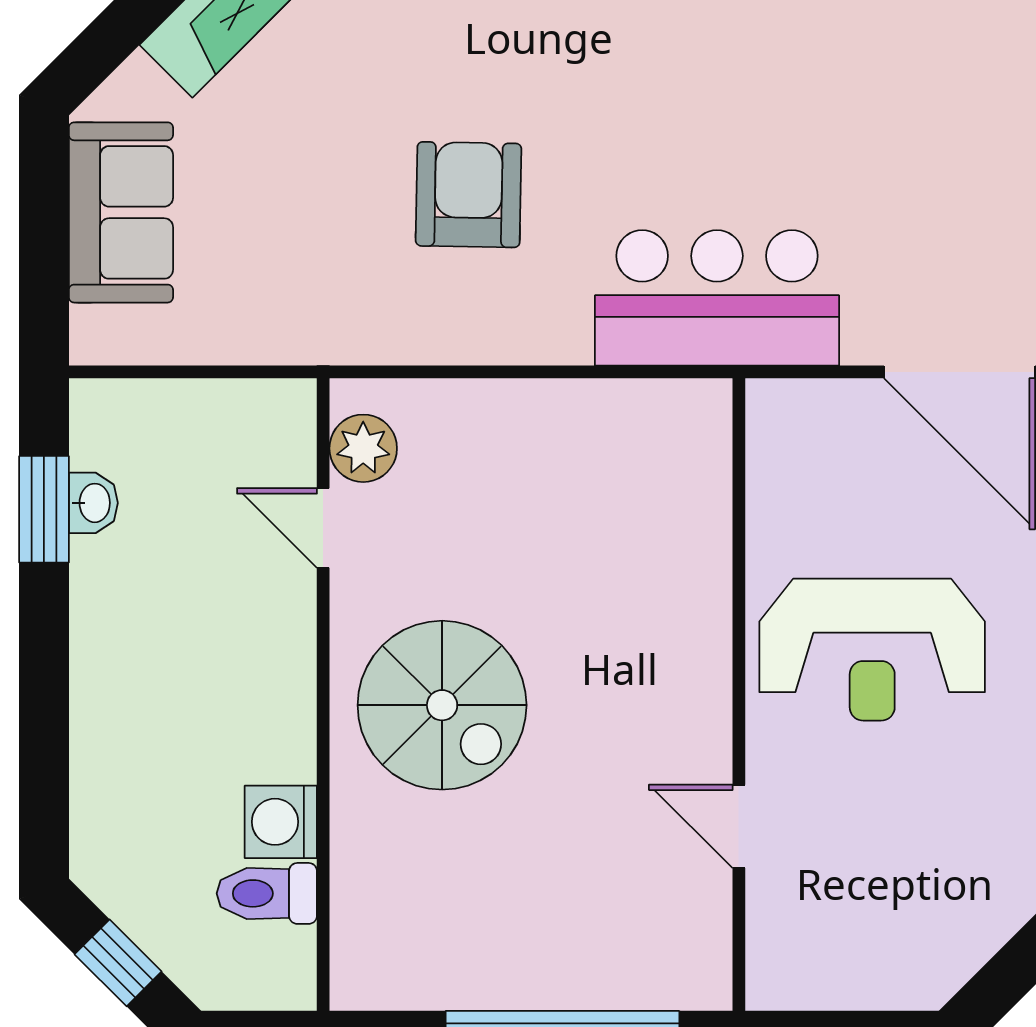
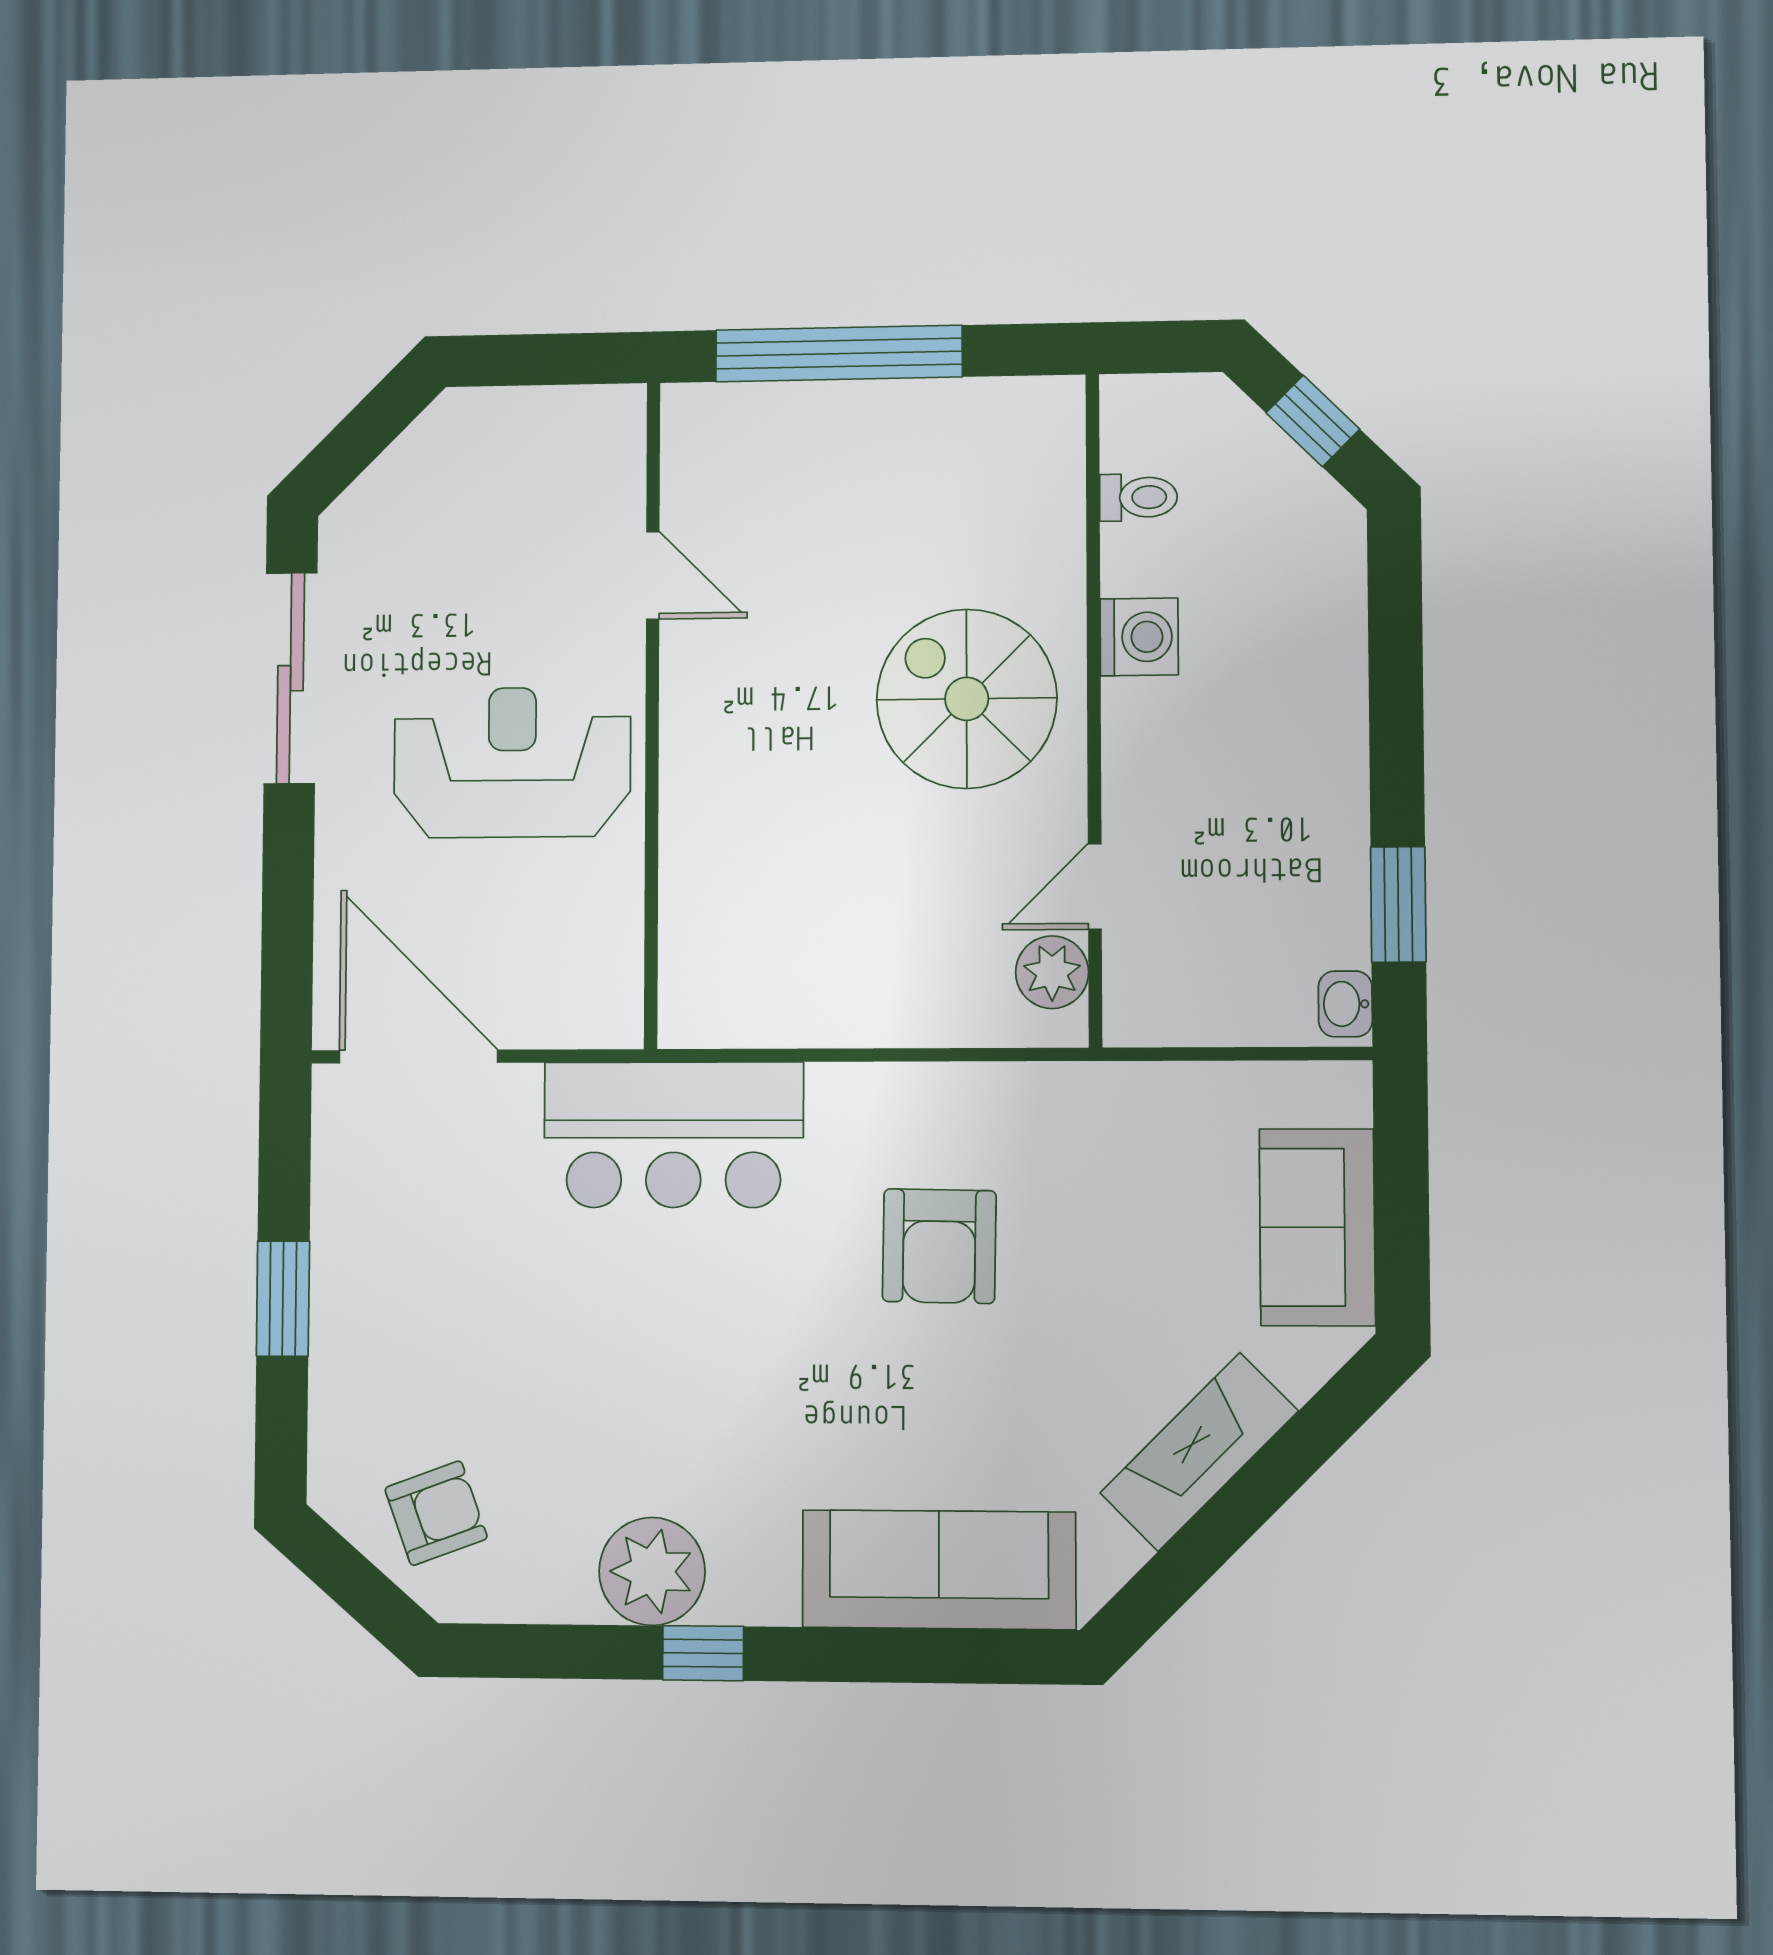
washbasin: (93, 503) -> (1345, 1004), moved
door: (323, 528) -> (1095, 886), swing flipped
washing machine: (281, 822) -> (1139, 637), moved
toilet: (267, 893) -> (1138, 497), width x0.73, depth x0.72

